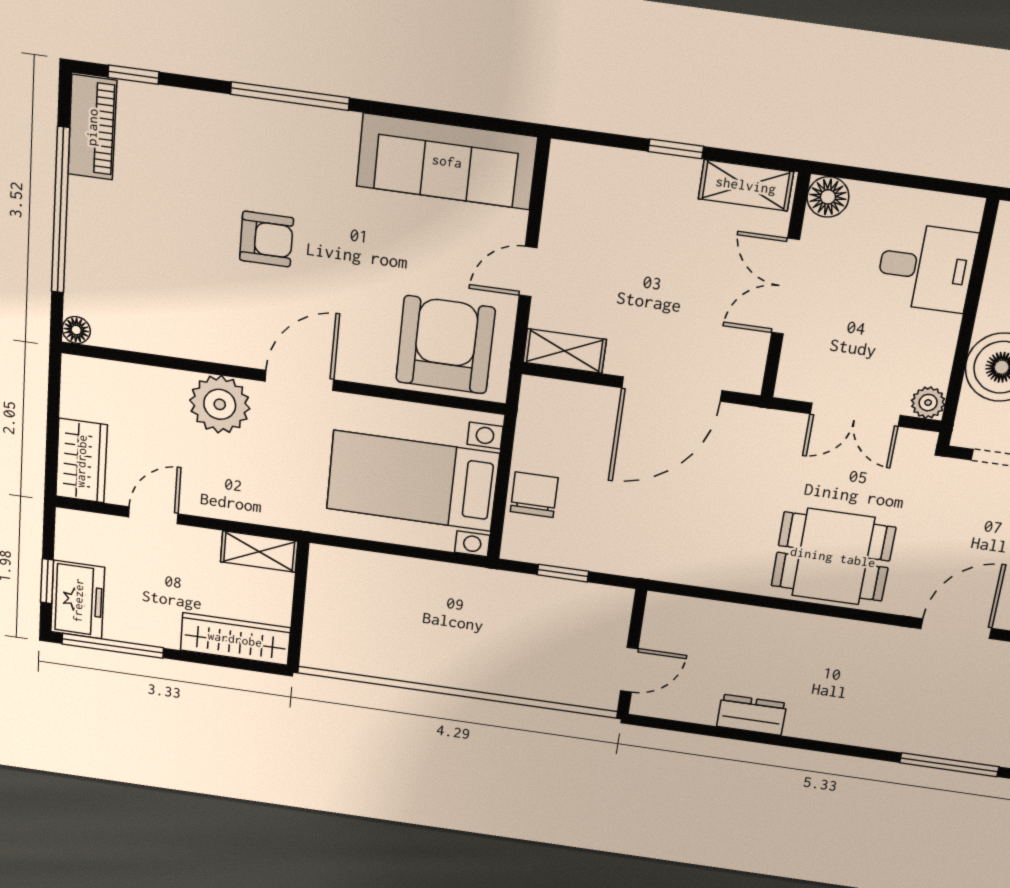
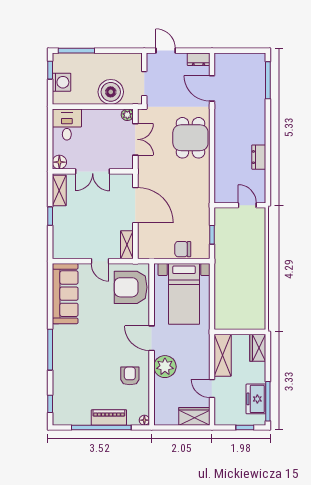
piano: (92, 127) -> (109, 417), moved
armchair: (267, 239) -> (130, 376), moved
desk: (926, 267) -> (67, 125), moved
shelving: (259, 552) -> (223, 355), width x1.50, depth x1.33
freezer: (78, 600) -> (256, 399), moved, turned -90
wardrobe: (235, 639) -> (258, 348), width x0.67

